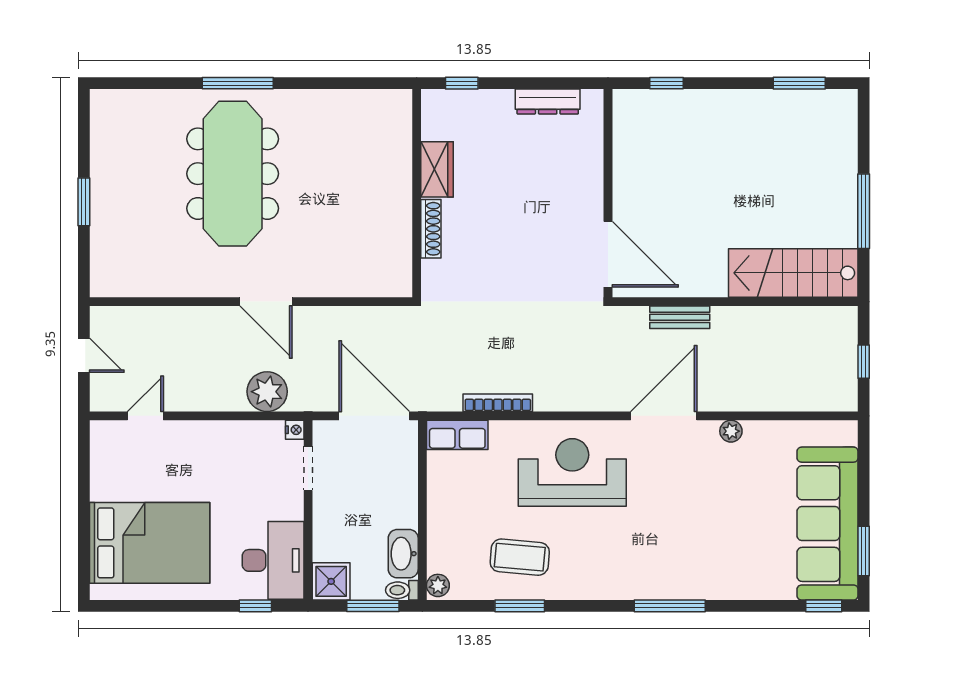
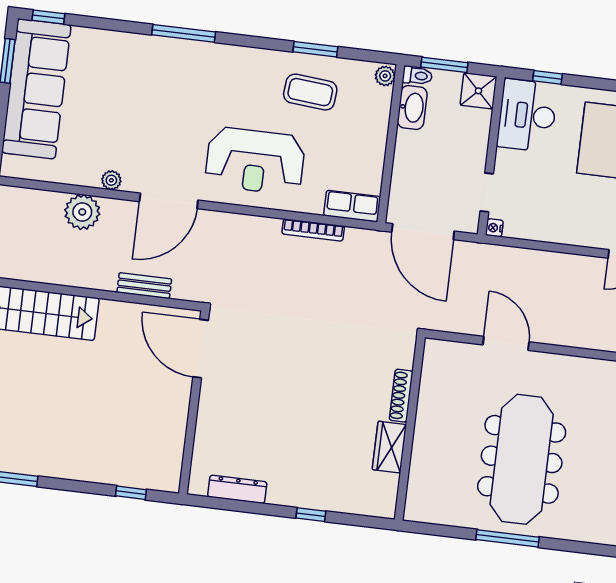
wardrobe: (437, 169) -> (389, 447), moved
wall: (417, 193) -> (410, 429), moved
shoe rack: (431, 229) -> (401, 396), moved
plant: (267, 392) -> (82, 212), moved

